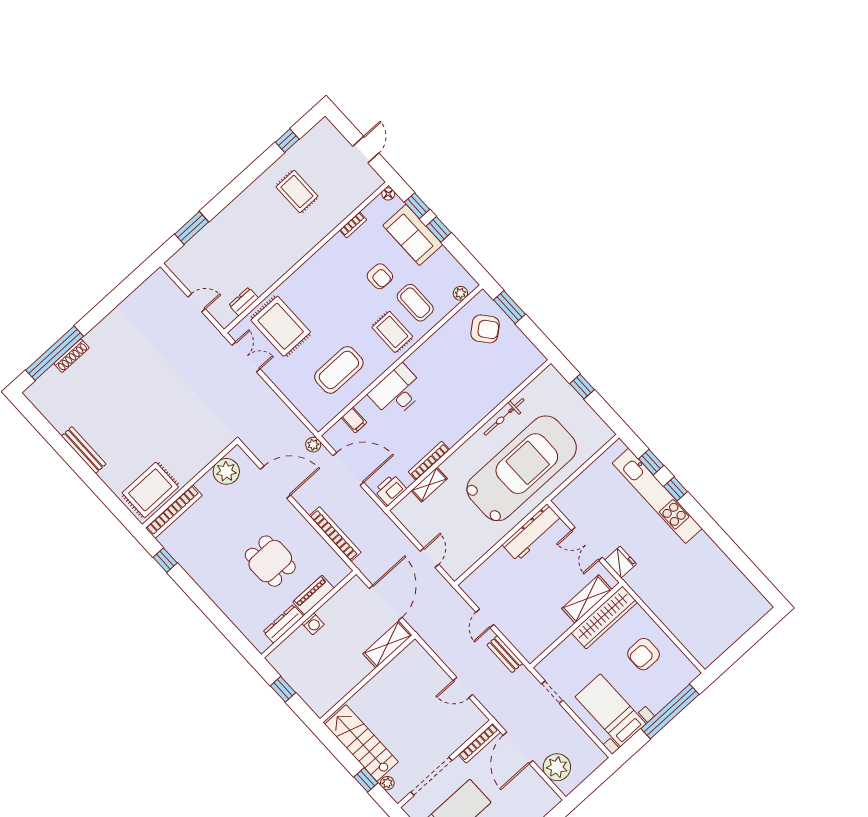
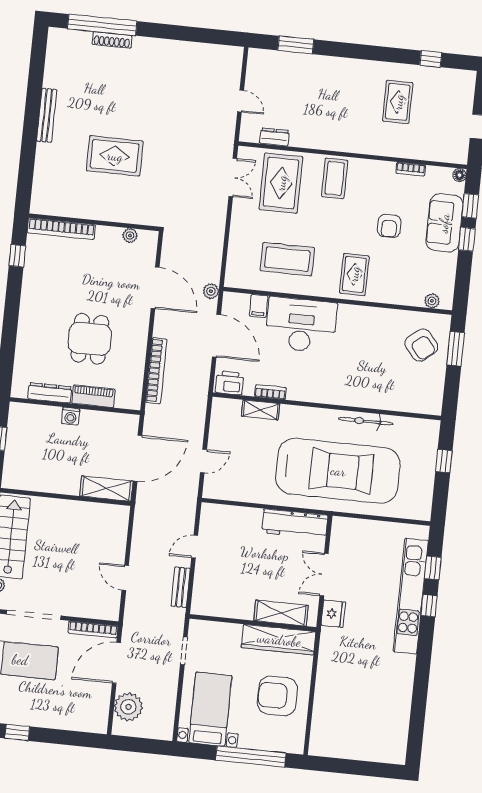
coffee table: (415, 303) -> (335, 178), moved
desk: (397, 392) -> (301, 325), width x1.36, depth x1.30
bookcase: (429, 461) -> (270, 392), width x0.64
plant: (226, 471) -> (130, 235), width x0.53, depth x0.53
rug: (150, 490) -> (115, 156), moved
armchair: (644, 654) -> (277, 696), width x1.36, depth x1.36

